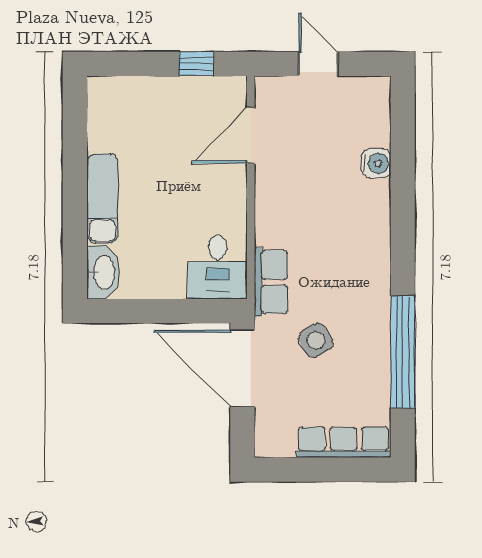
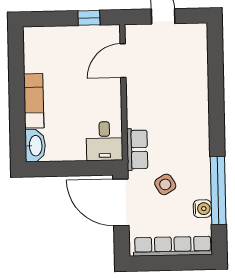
water cooler: (376, 163) -> (202, 209), moved
row of seats: (343, 442) -> (173, 246), width x1.36

